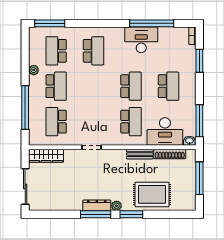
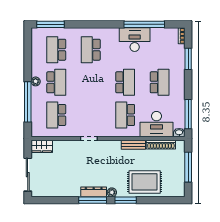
school desk: (94, 51) -> (91, 50), turned 180
plant: (34, 70) -> (36, 81), moved
school desk: (131, 122) -> (125, 115), turned 180
wardrobe: (46, 156) -> (42, 146), width x0.67

